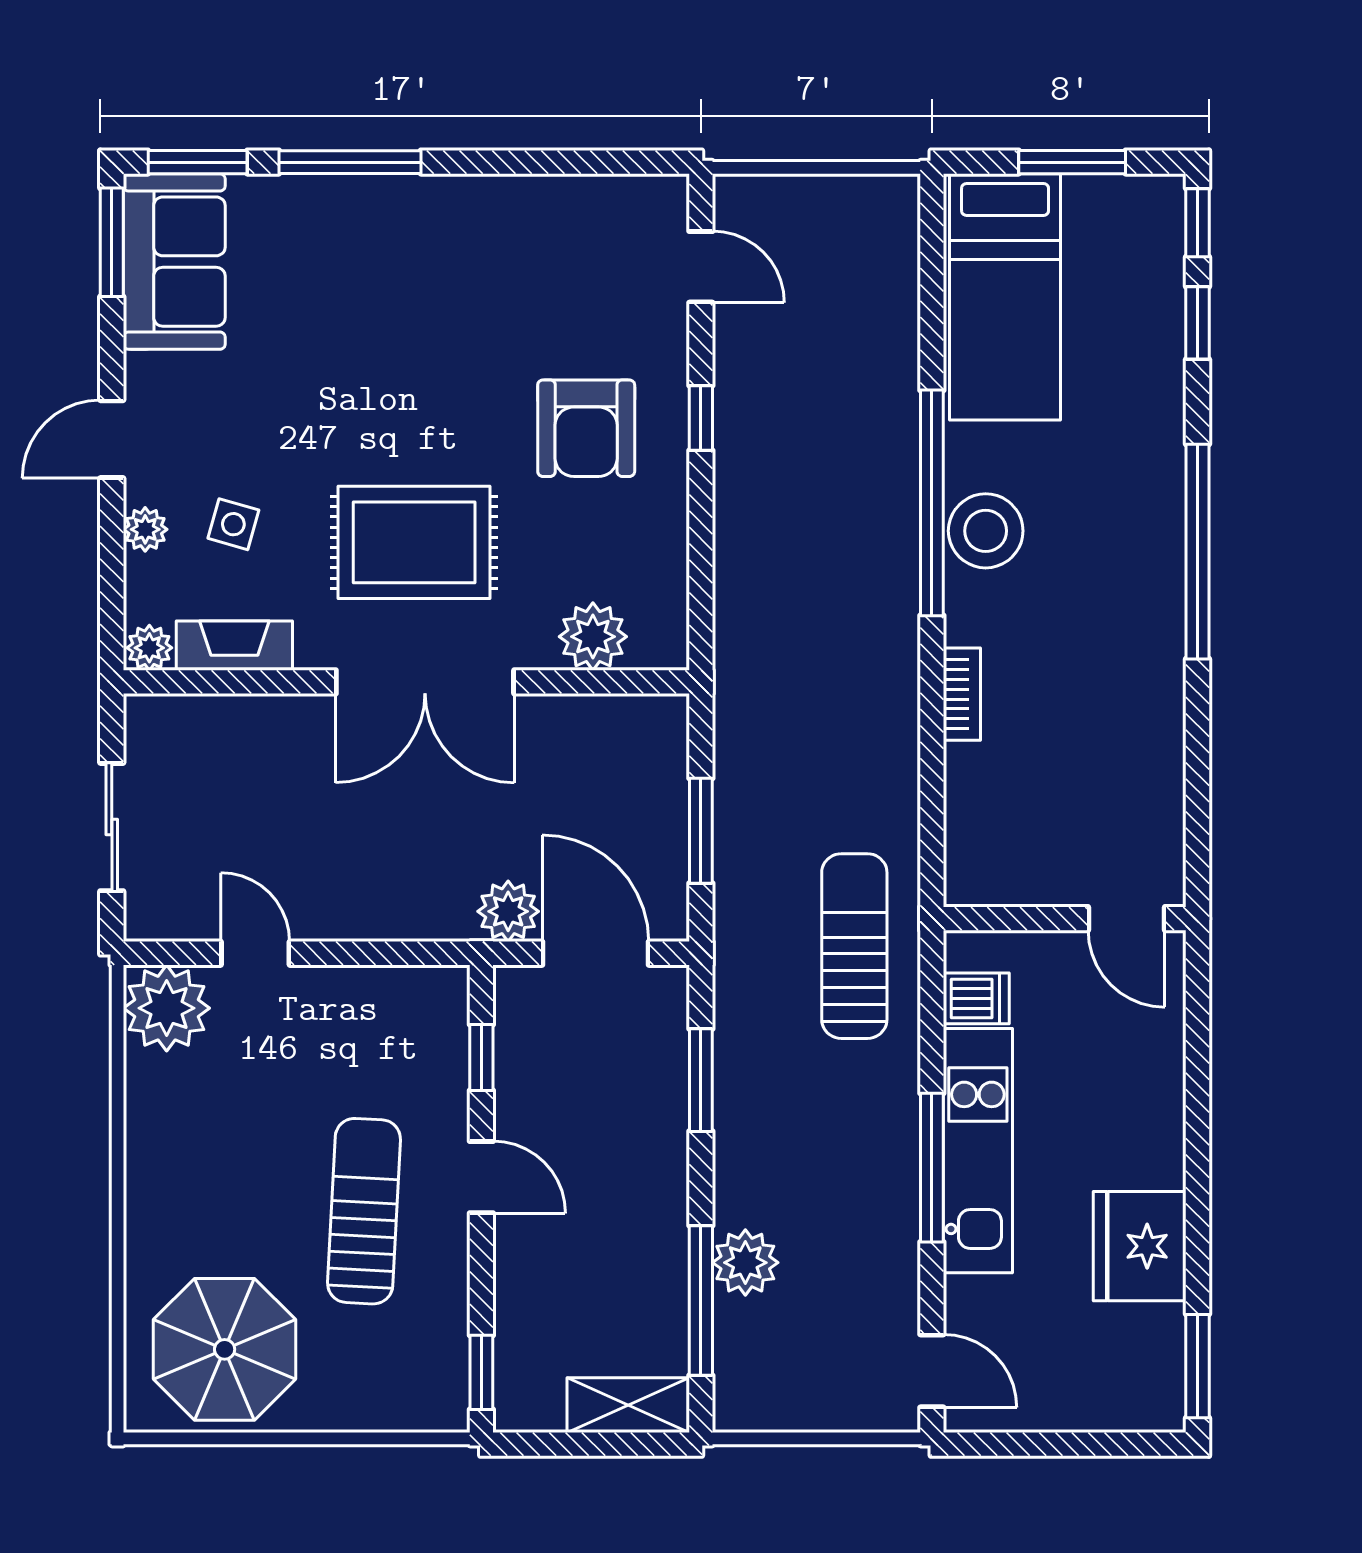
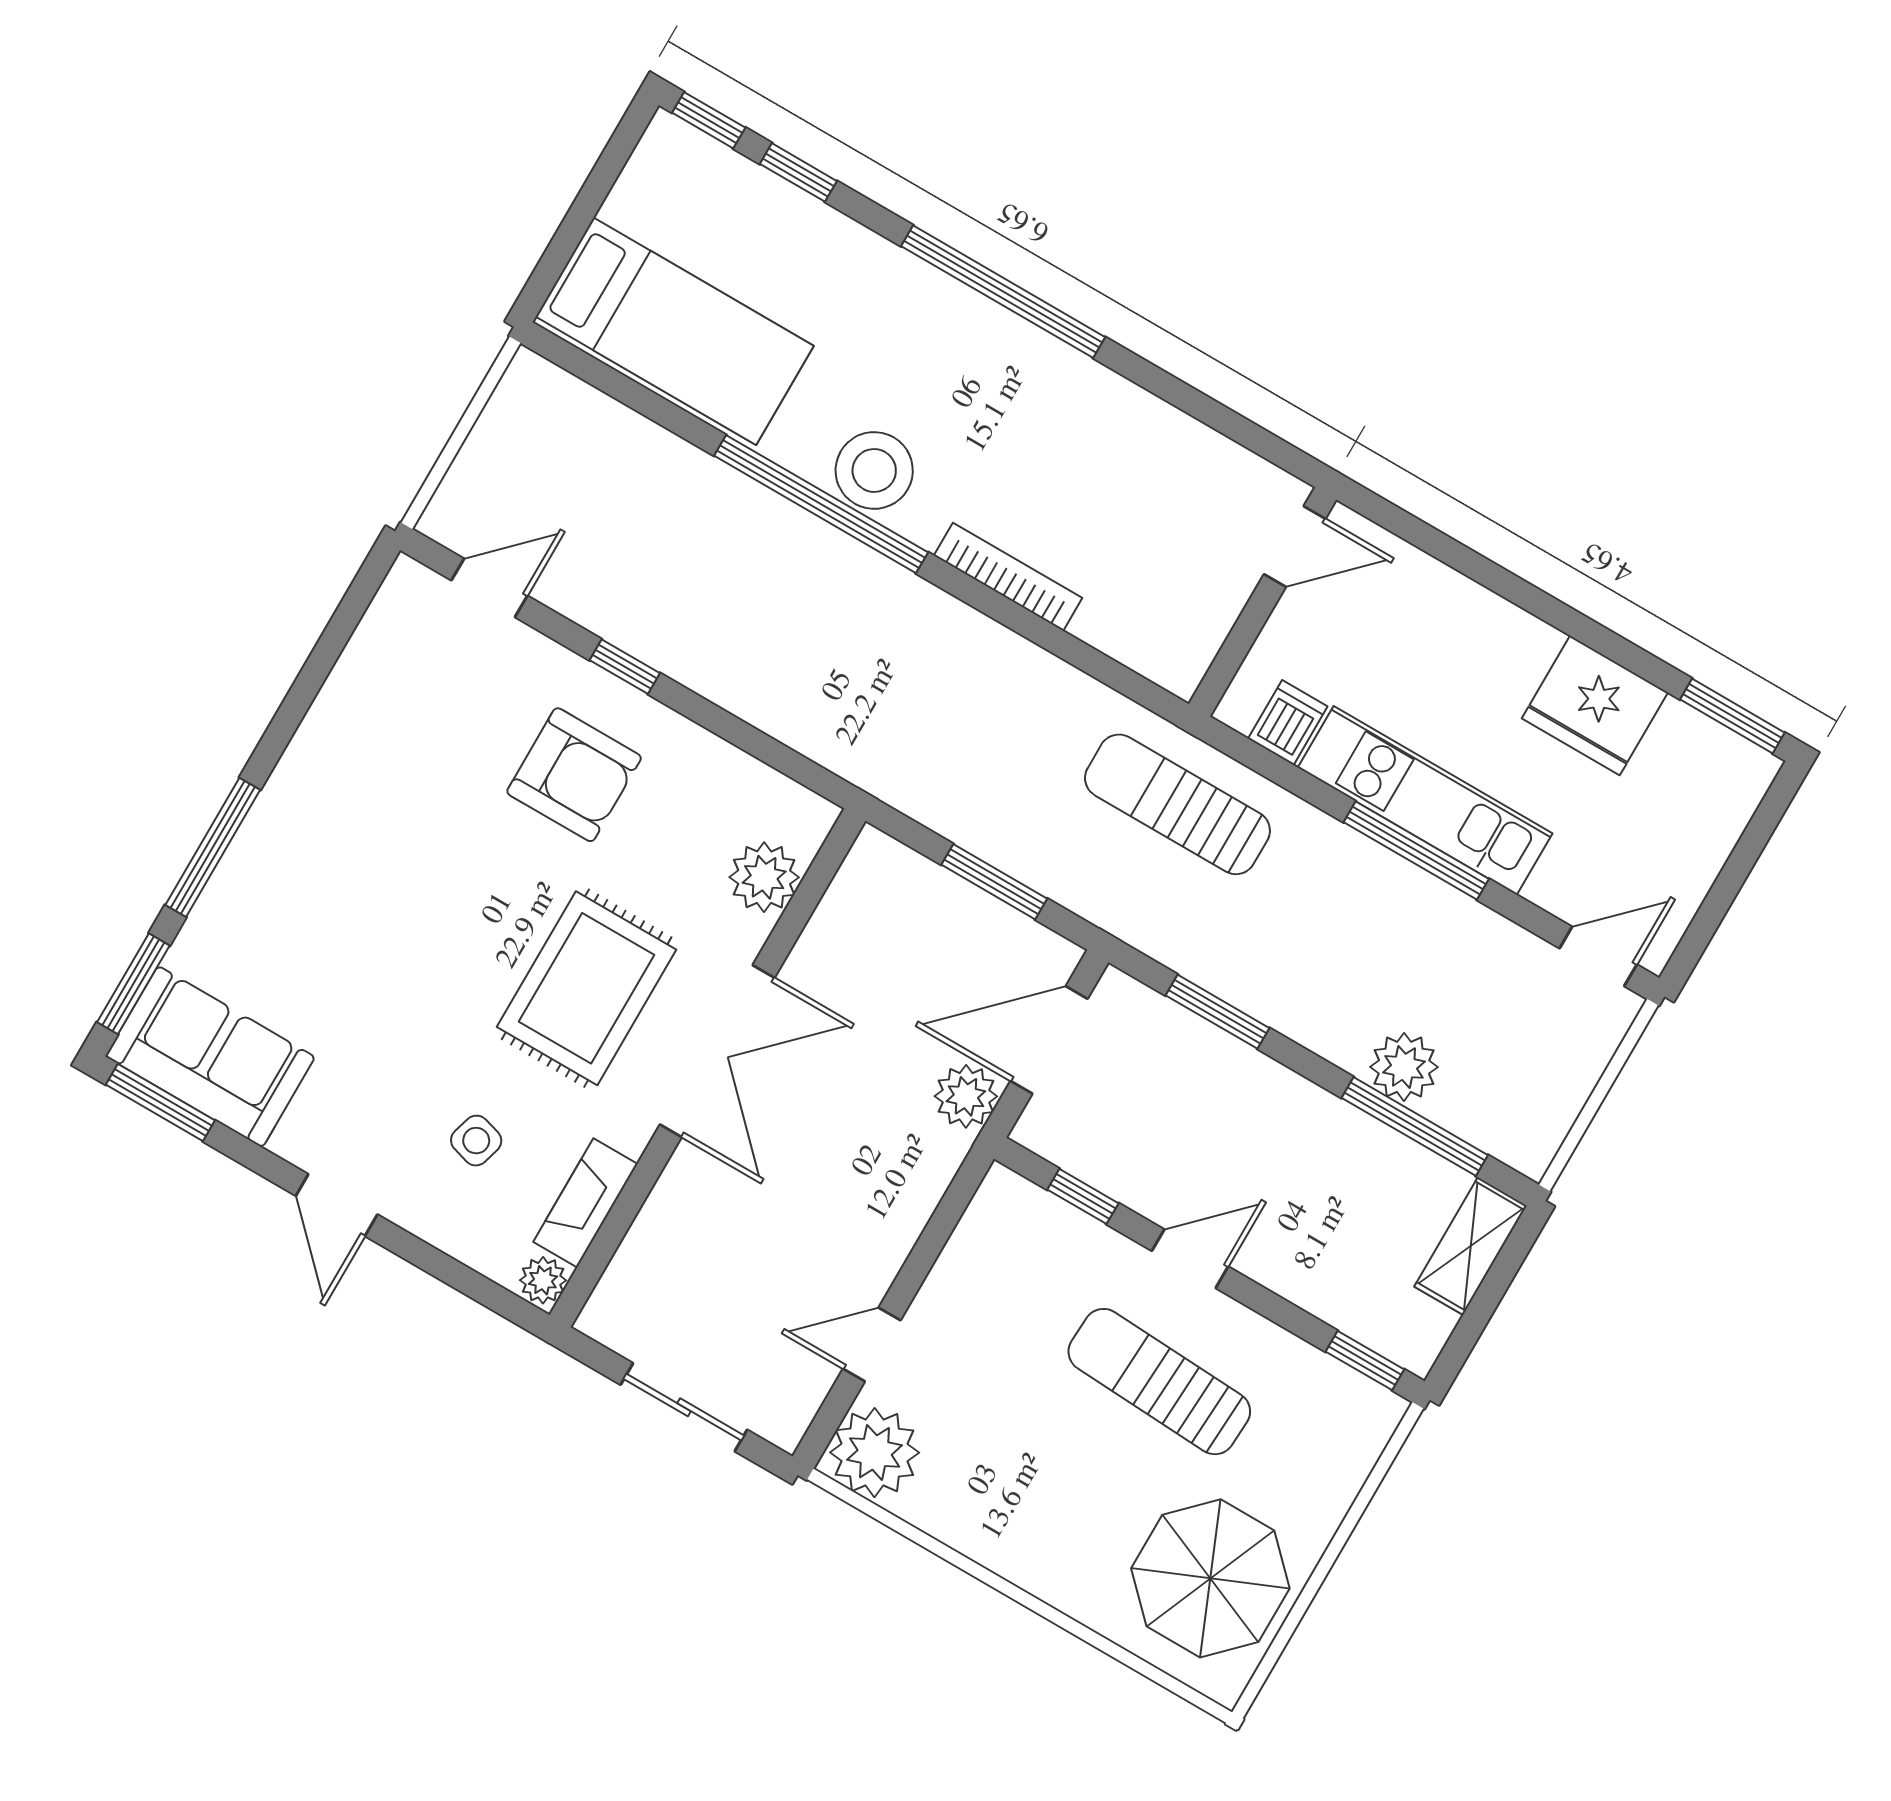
window: (1072, 162) -> (589, 201), removed
plant: (145, 529) -> (435, 1222), removed
bookcase: (962, 694) -> (1008, 577), width x1.56

